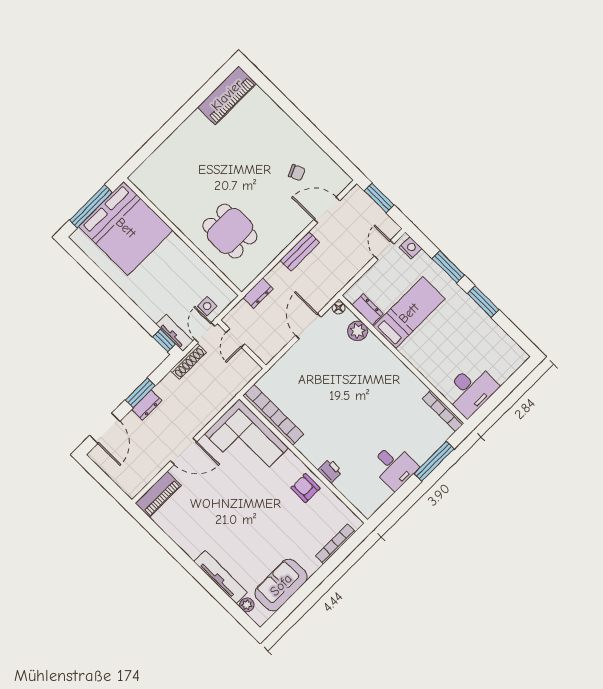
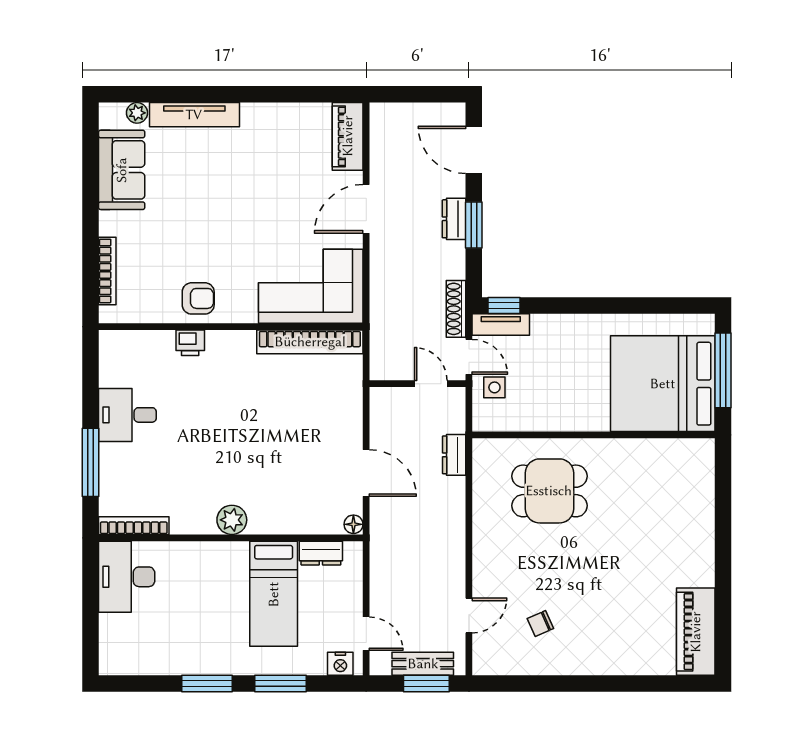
door: (327, 210) -> (469, 615), width x0.73
bench: (300, 251) -> (423, 664), moved, turned 90
plant: (358, 331) -> (232, 520), moved

